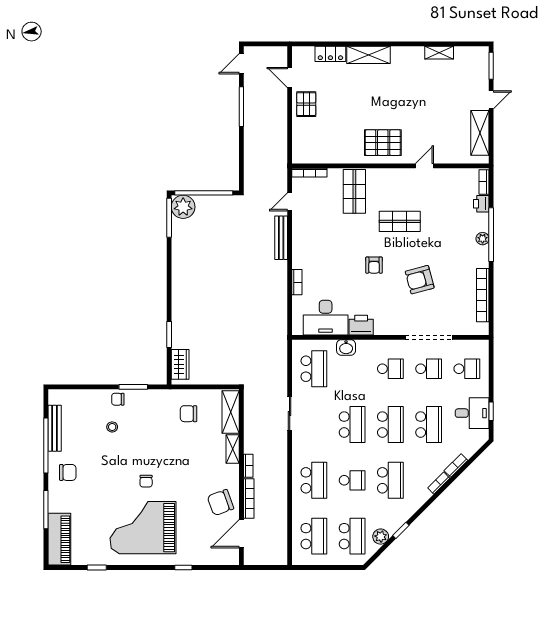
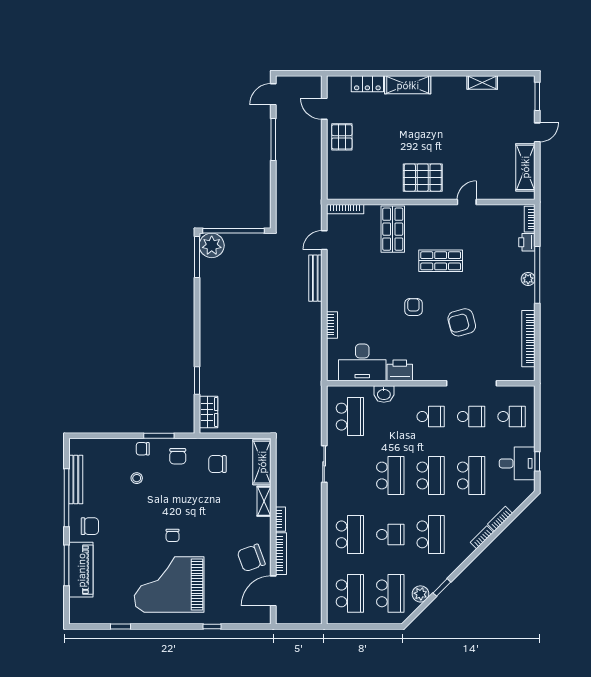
armchair: (374, 265) -> (413, 307), turned 180
chair: (151, 406) -> (178, 456), added
piano: (59, 539) -> (81, 570), moved

